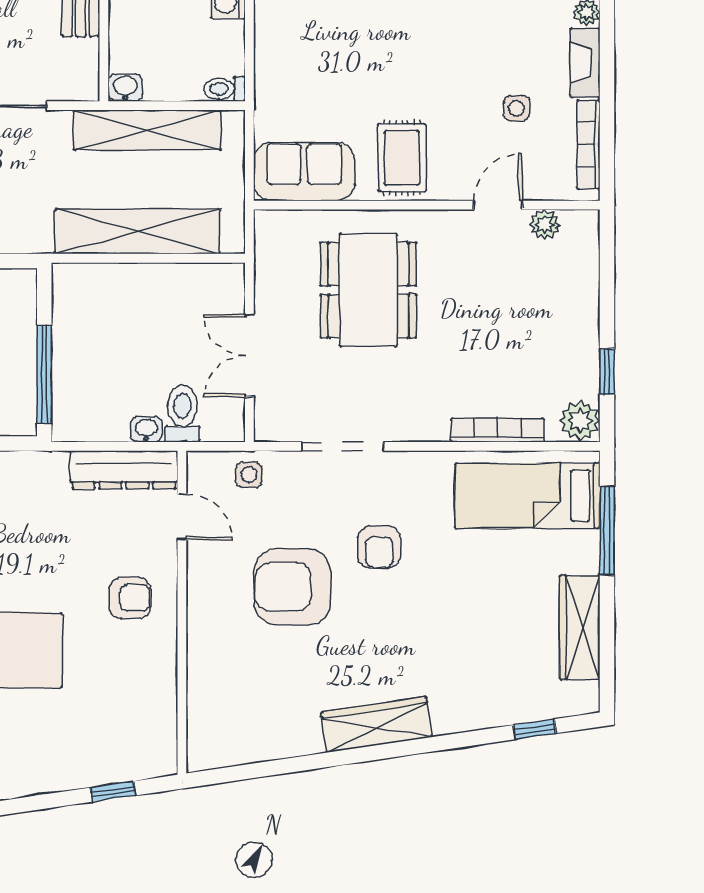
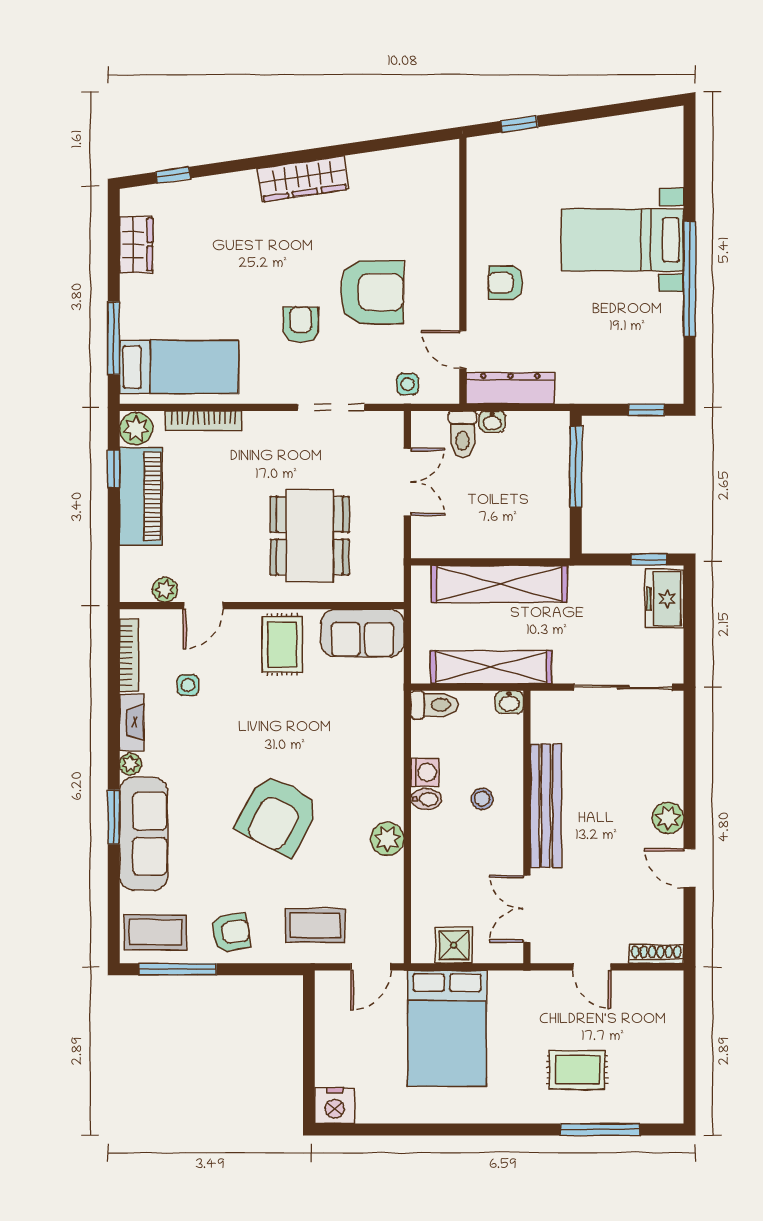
toilet: (225, 89) -> (434, 705), width x1.37, depth x1.39
piano: (574, 338) -> (141, 496), added
wardrobe: (580, 627) -> (136, 245), width x0.67

